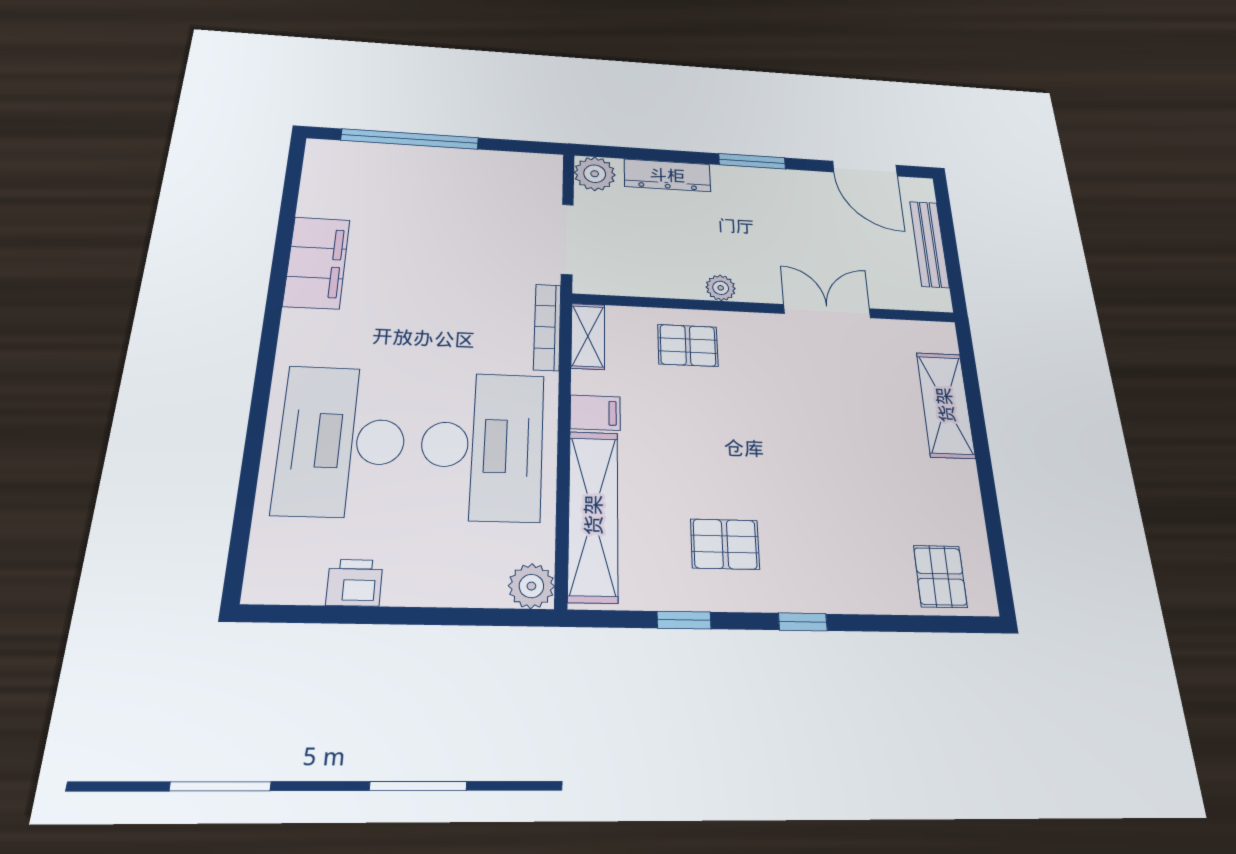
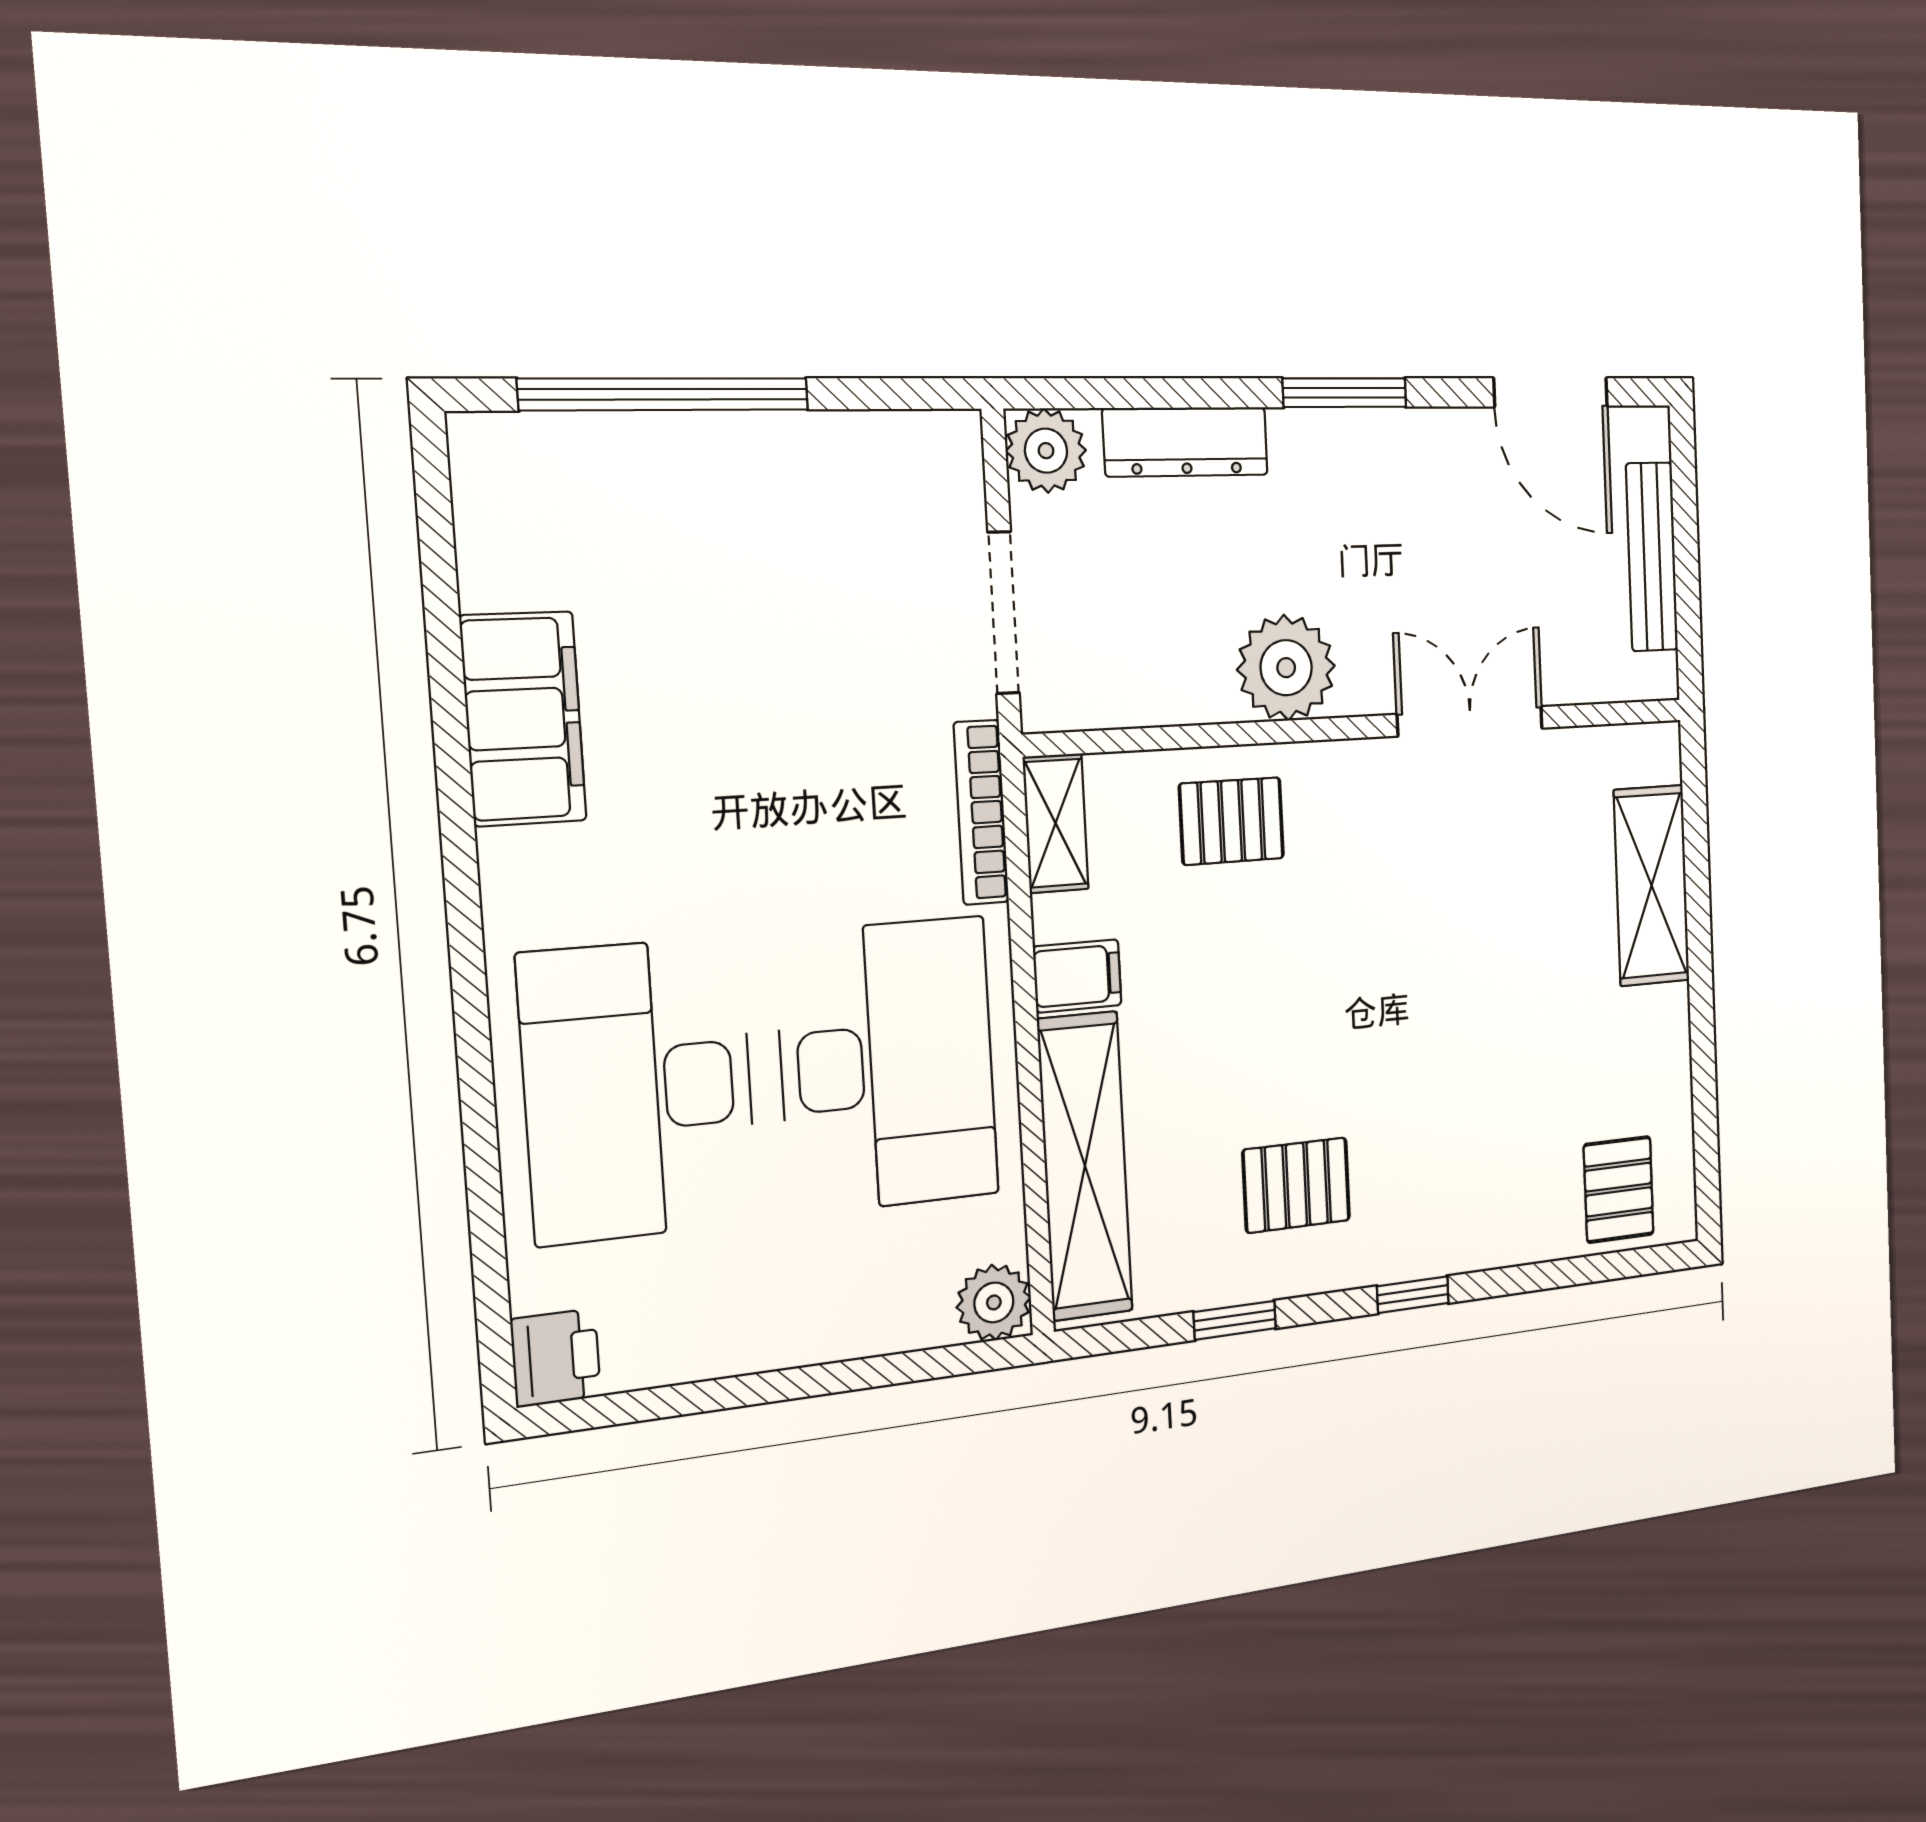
plant: (721, 288) -> (1286, 668), width x1.87, depth x1.87
printer: (354, 583) -> (556, 1358), moved, turned 90

